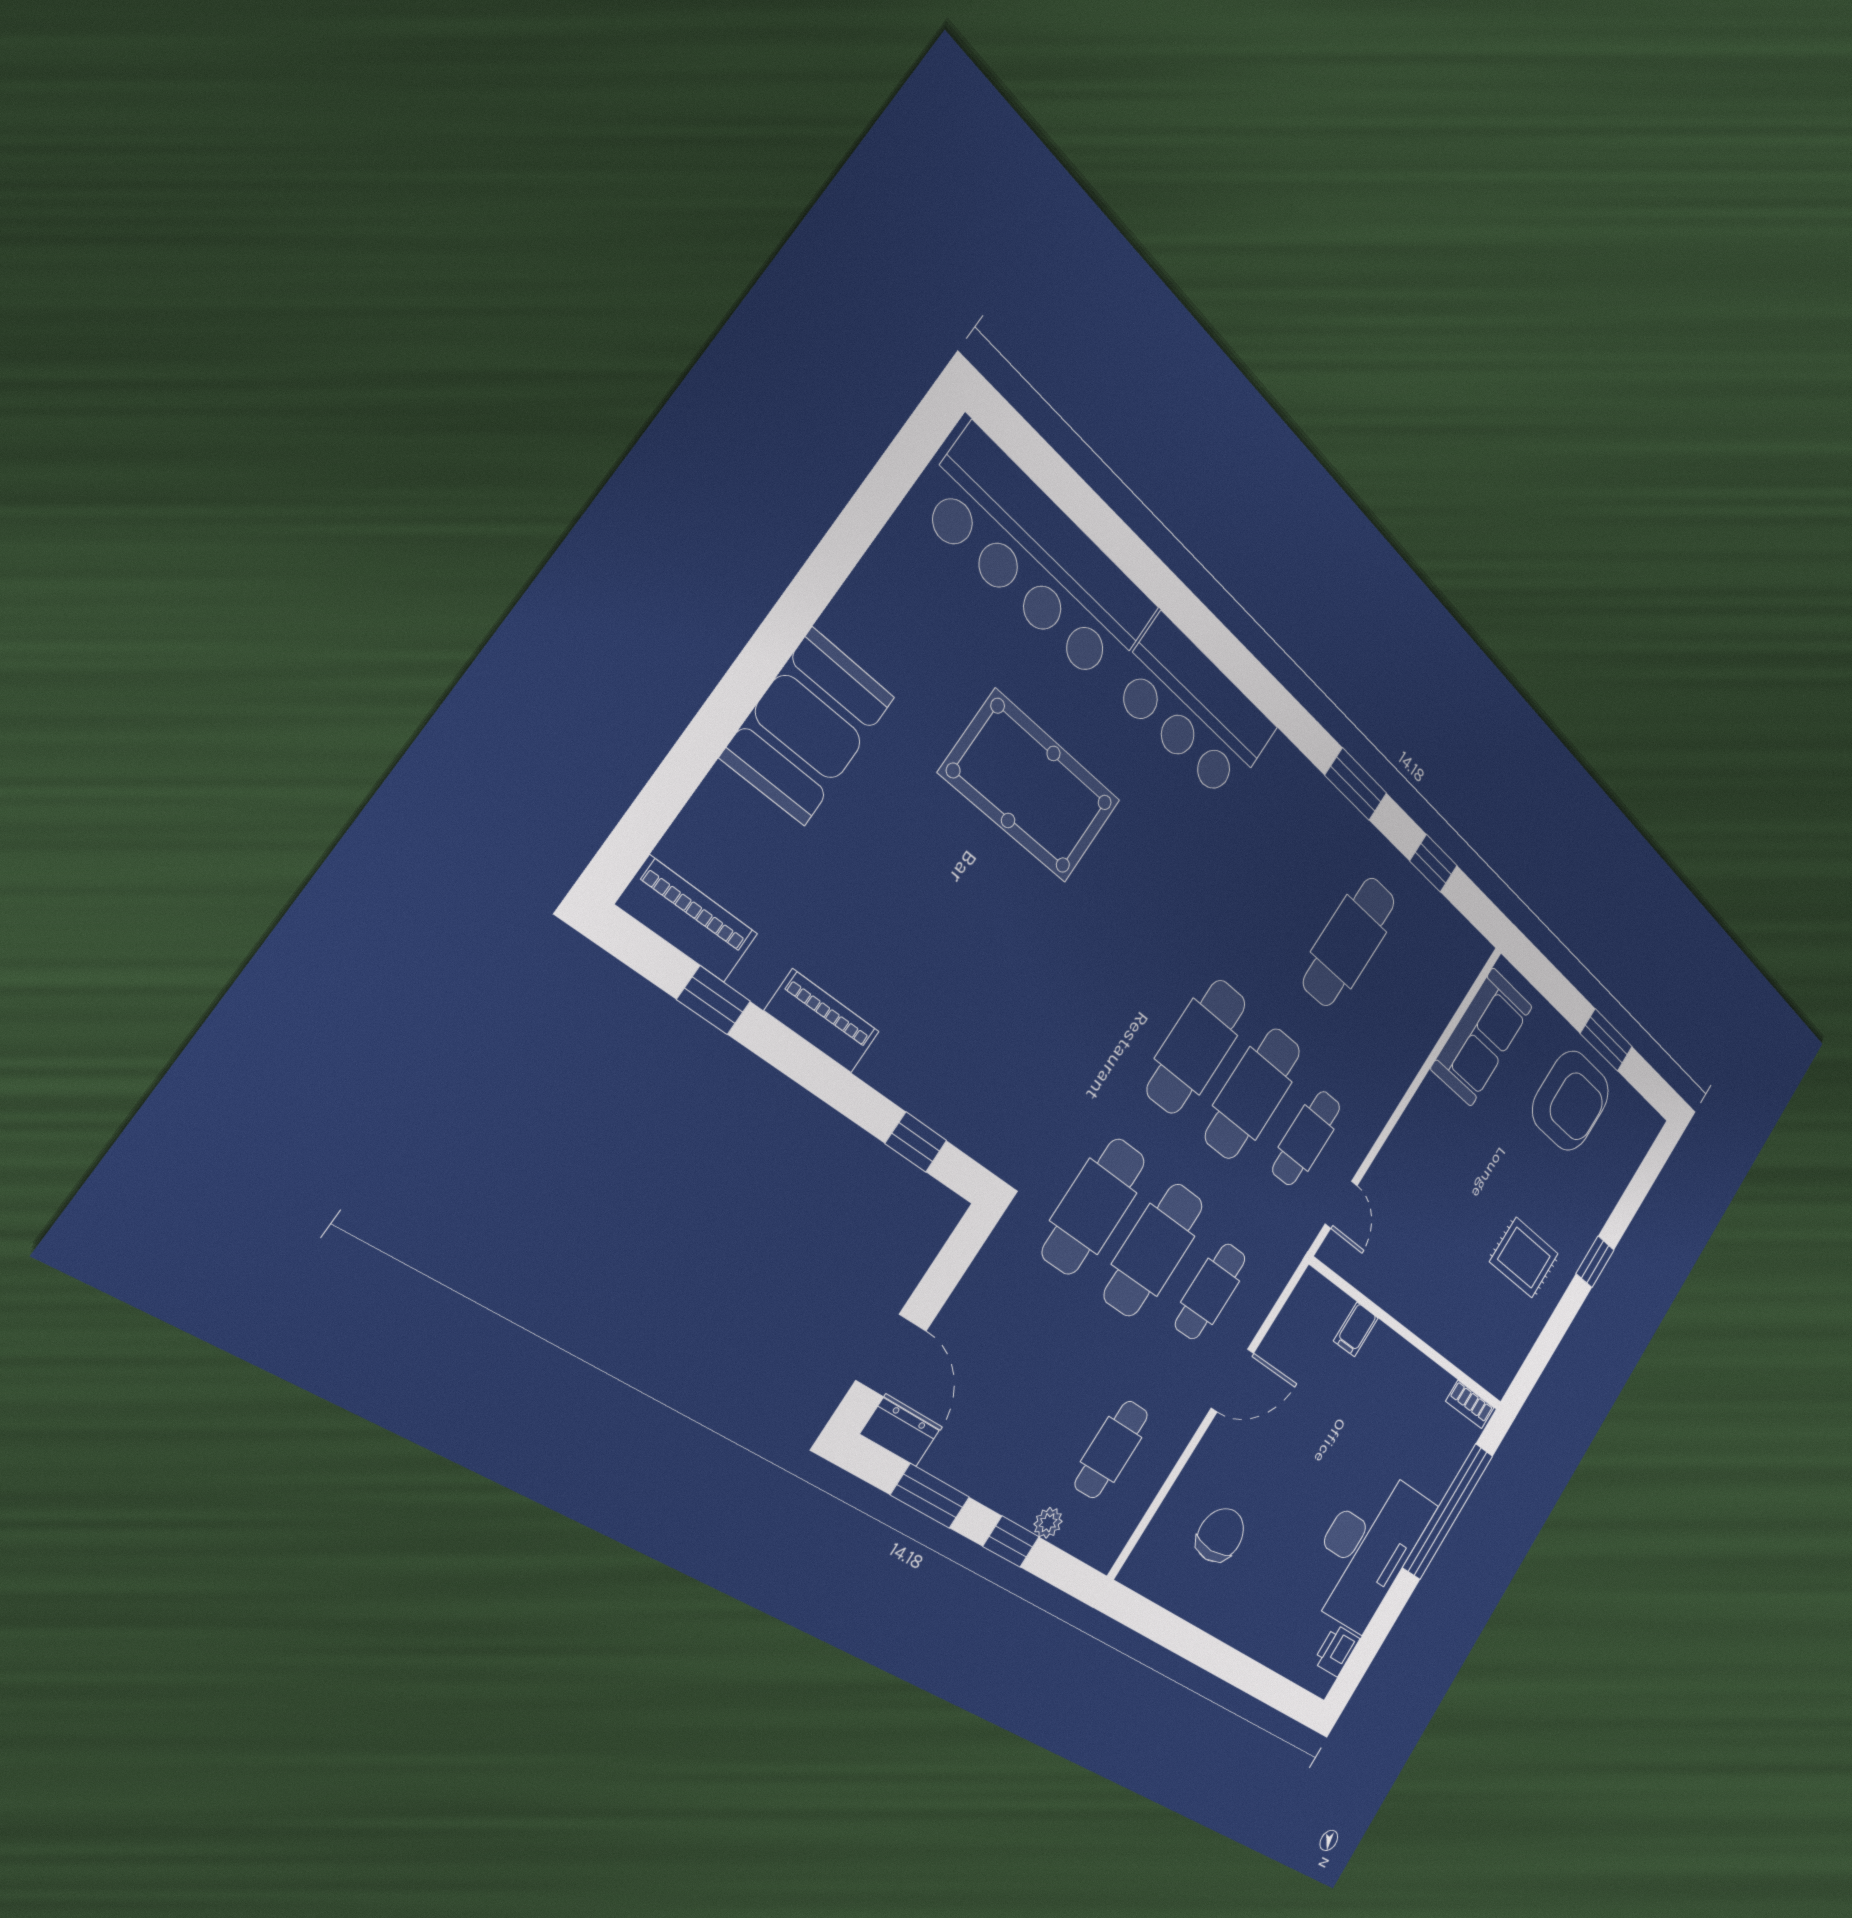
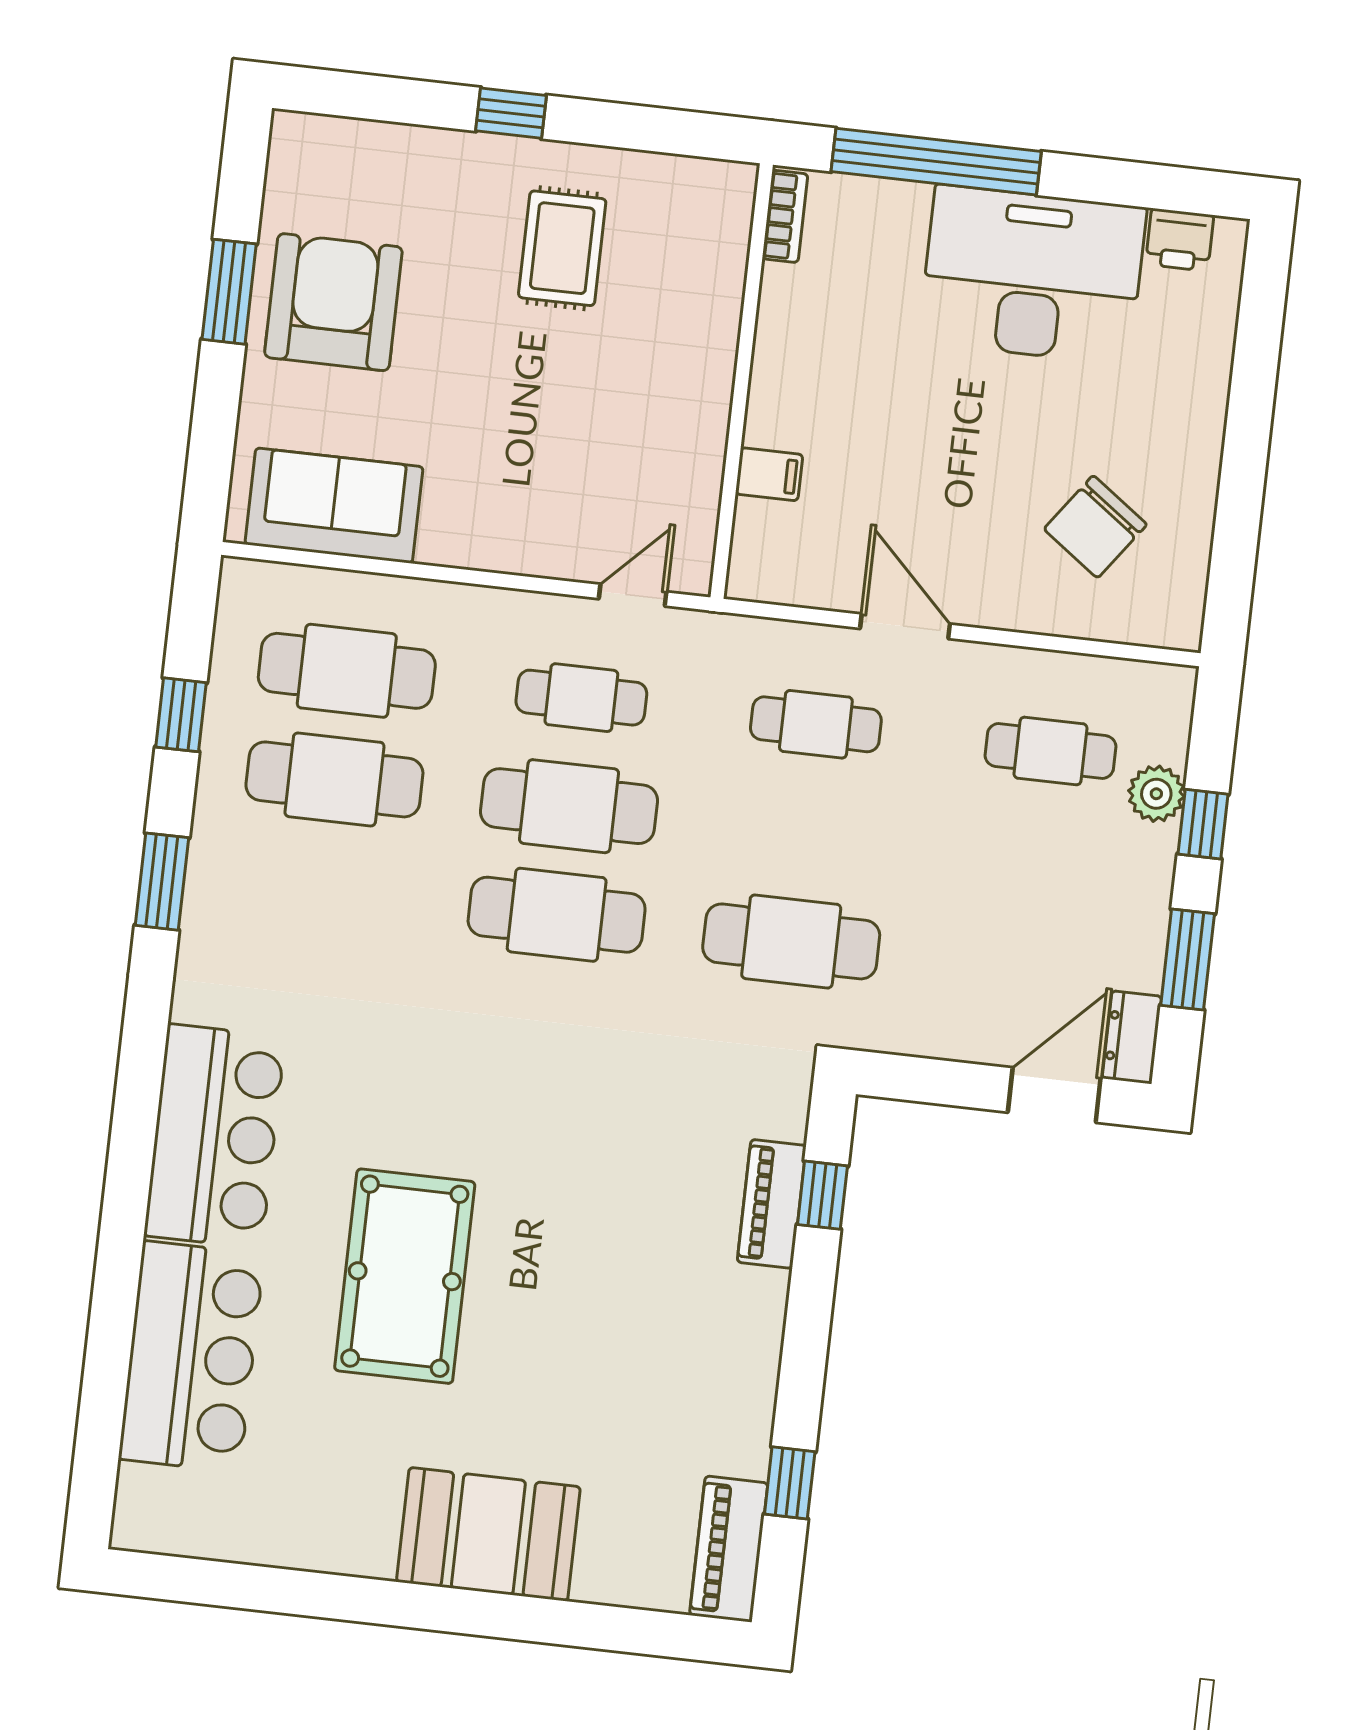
bar counter: (1039, 560) -> (191, 1357), width x0.73
piano: (822, 1021) -> (772, 1204), moved
cafe table: (1153, 1250) -> (347, 671), moved
plant: (1048, 1523) -> (1156, 794), width x1.38, depth x1.38
chair: (1220, 1535) -> (1095, 527), turned -54

